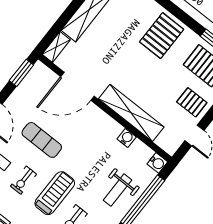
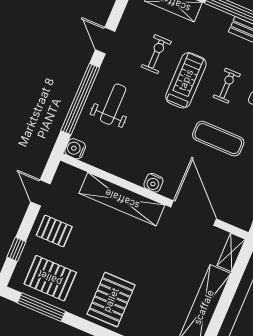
door: (77, 86) -> (194, 213), hinge flipped
water cooler: (127, 138) -> (153, 183), moved
treadmill: (55, 193) -> (186, 80), turned 180

